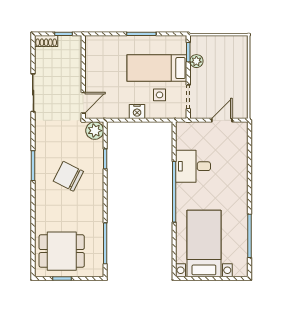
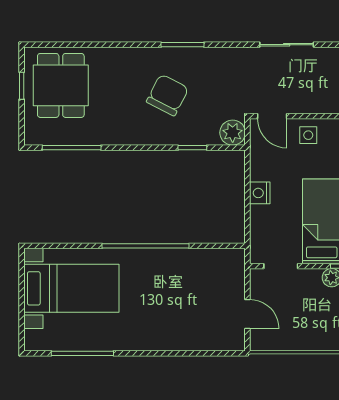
side table: (160, 95) -> (308, 135), moved
desk: (193, 166) -> (182, 273), removed

